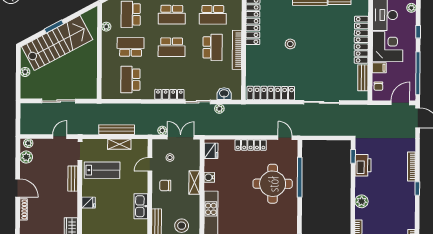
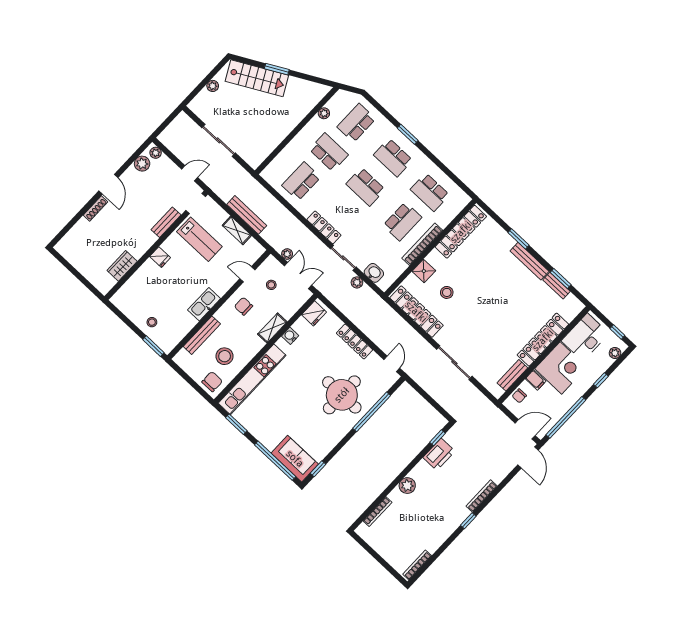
stairs: (57, 43) -> (257, 78), width x0.73, depth x0.66
stool: (290, 44) -> (447, 292), moved
shower: (253, 65) -> (424, 271), added

